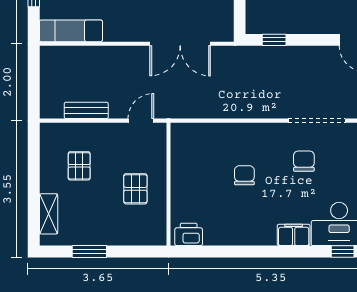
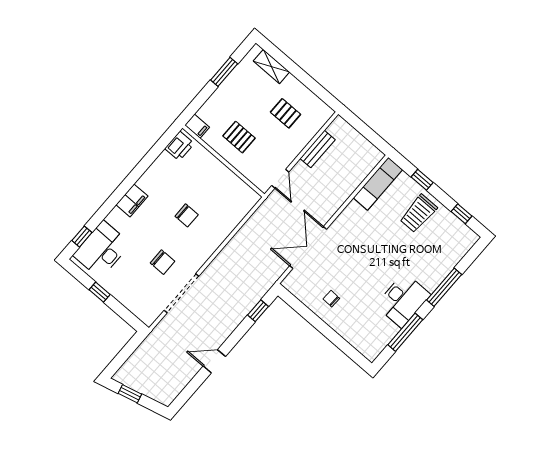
filing cabinet: (158, 234) -> (197, 126), added
filing cabinet: (294, 235) -> (132, 200), moved

